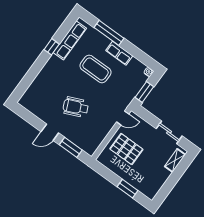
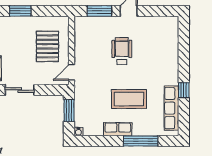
wheelchair: (76, 107) -> (122, 51), turned -66
pallet: (126, 149) -> (47, 46), turned 90

